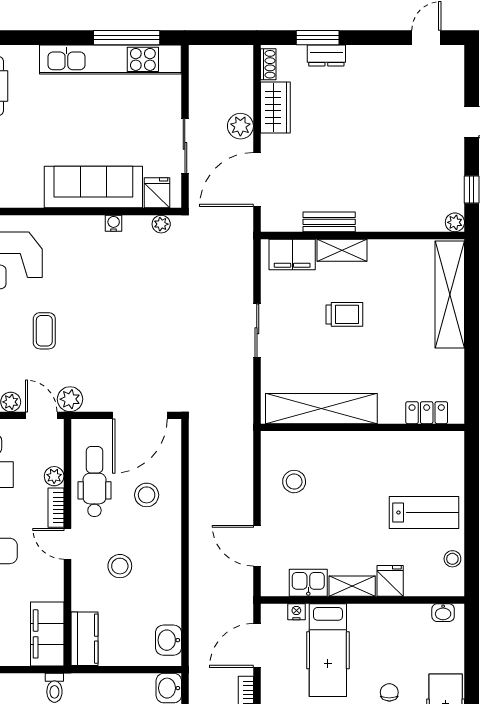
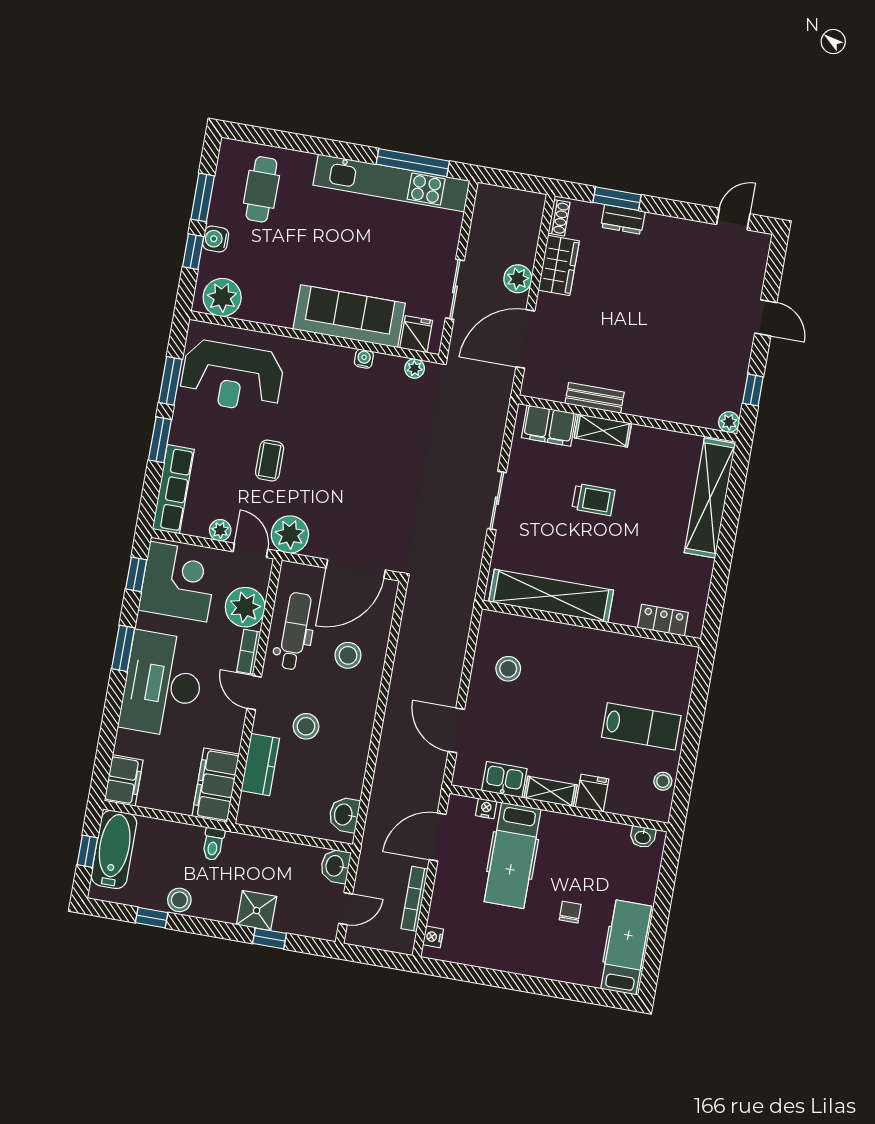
plant: (70, 399) -> (290, 534), width x1.36, depth x1.36
plant: (54, 476) -> (245, 607), width x1.88, depth x1.88
kitchen counter: (84, 639) -> (260, 765), moved

